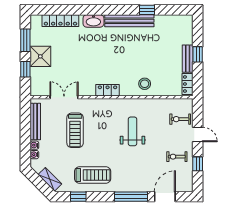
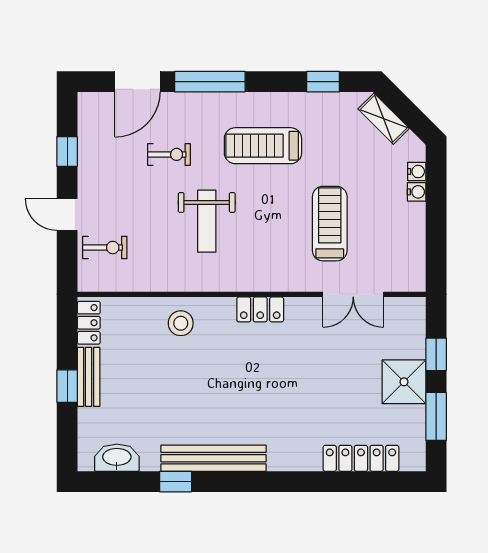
washbasin: (93, 21) -> (117, 458), moved
bench: (35, 122) -> (415, 242), removed
exercise bike: (177, 157) -> (169, 154), moved
treadmill: (93, 175) -> (263, 146), moved

